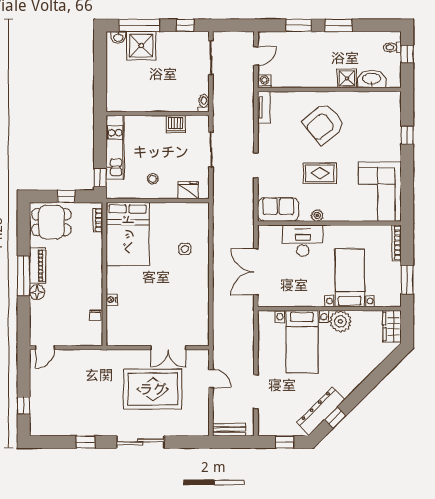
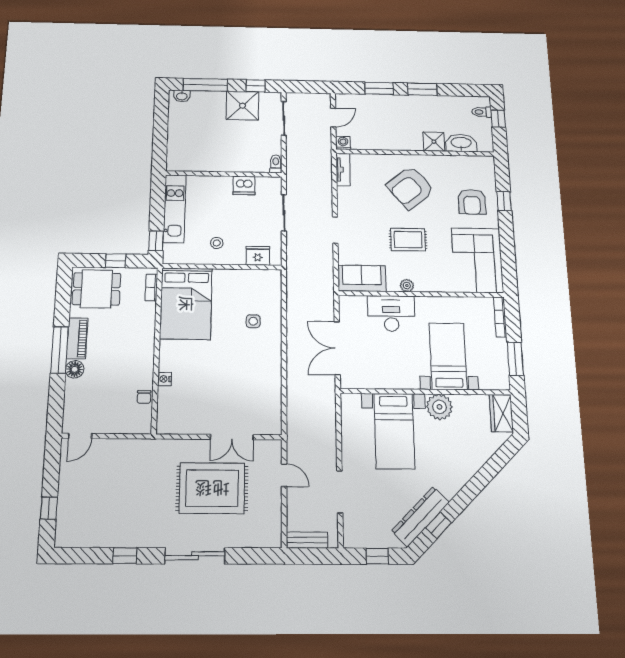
shower: (141, 46) -> (243, 106), moved
armchair: (378, 136) -> (472, 202), added

